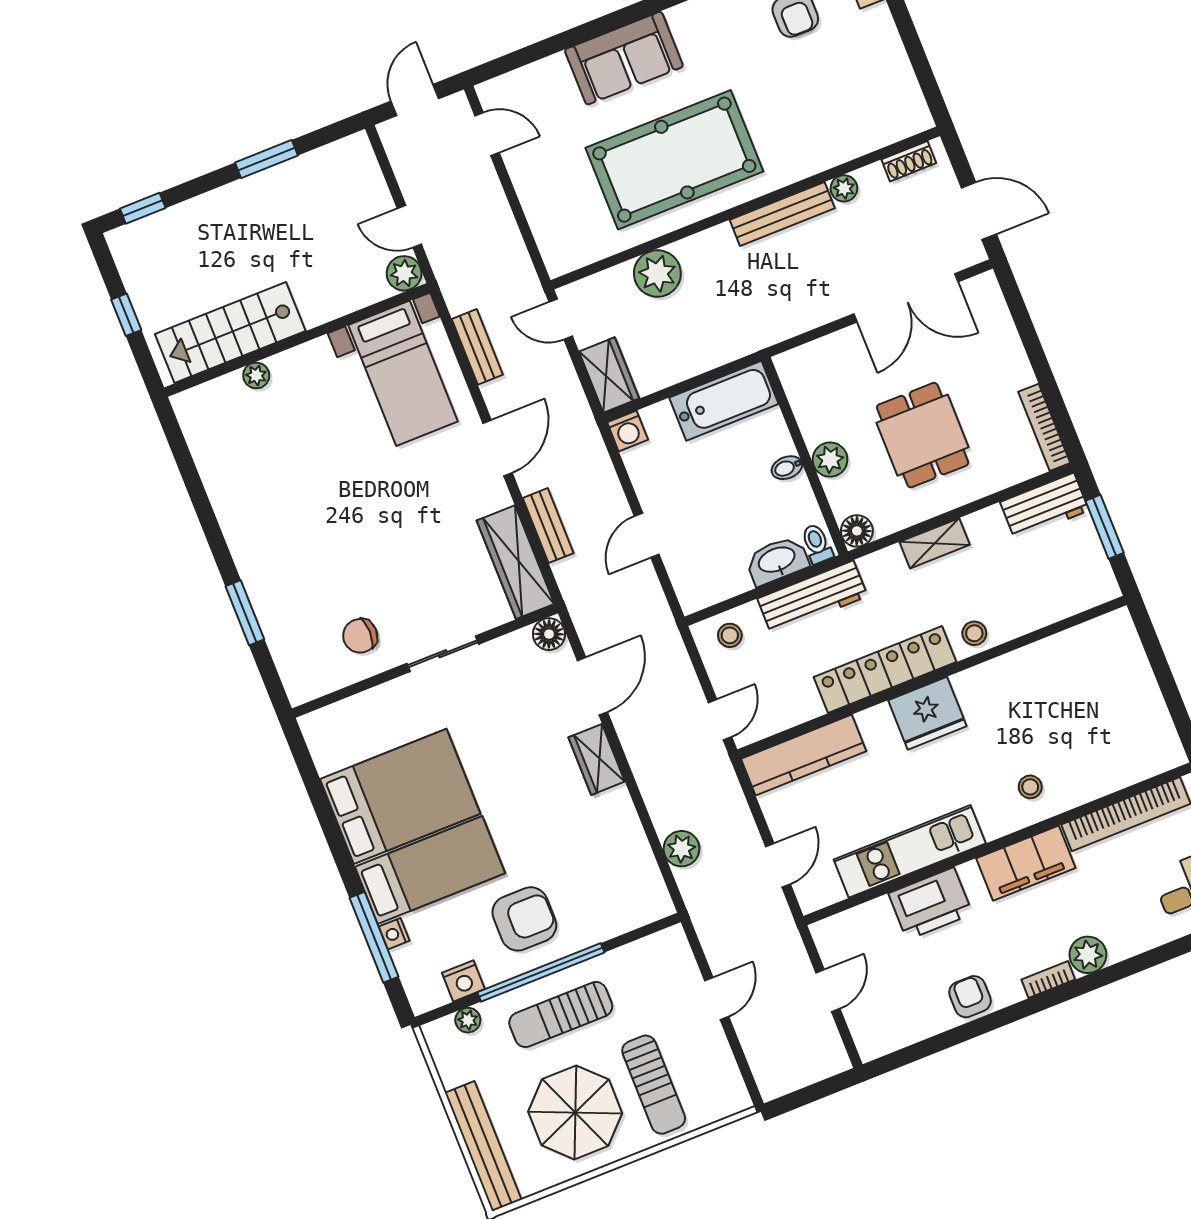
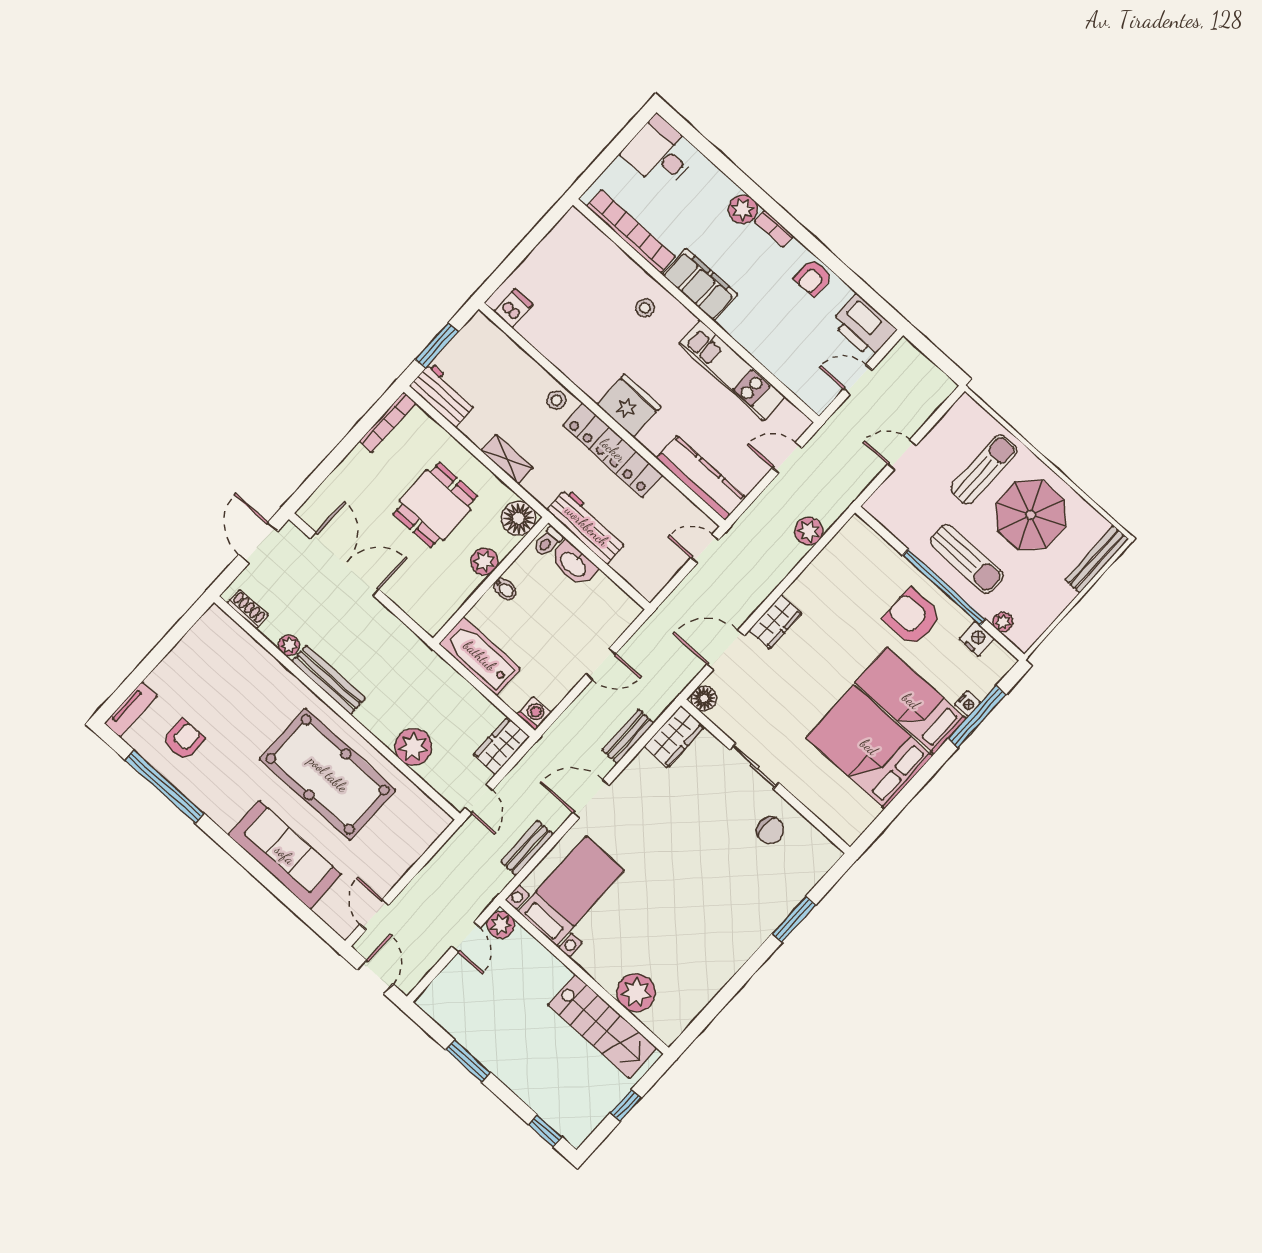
sofa: (624, 58) -> (285, 855), width x1.36
door: (415, 100) -> (375, 977), swing flipped
plant: (256, 375) -> (636, 993), width x1.88, depth x1.88
floor lamp: (857, 531) -> (519, 518), width x1.38, depth x1.38
wardrobe: (515, 562) -> (674, 737), width x0.67
stool: (730, 635) -> (642, 571), removed
dishwasher: (1104, 636) -> (513, 308), added
printer: (930, 904) -> (864, 326), moved, turned 180
bench: (483, 1146) -> (1097, 559), width x0.73, depth x0.82

